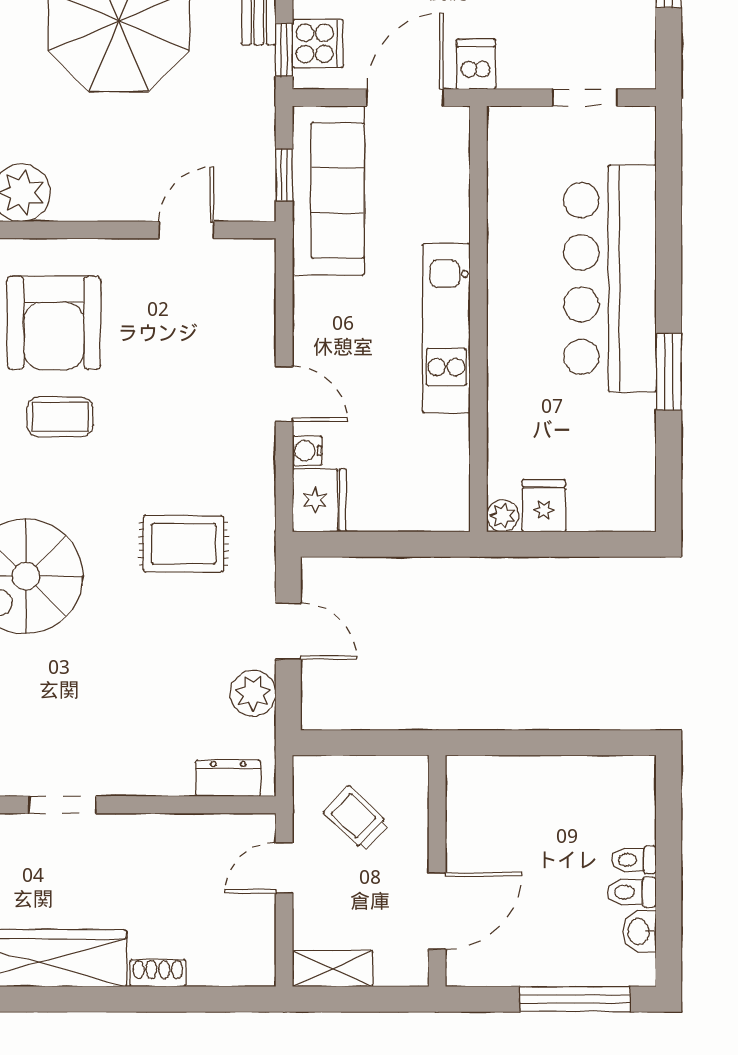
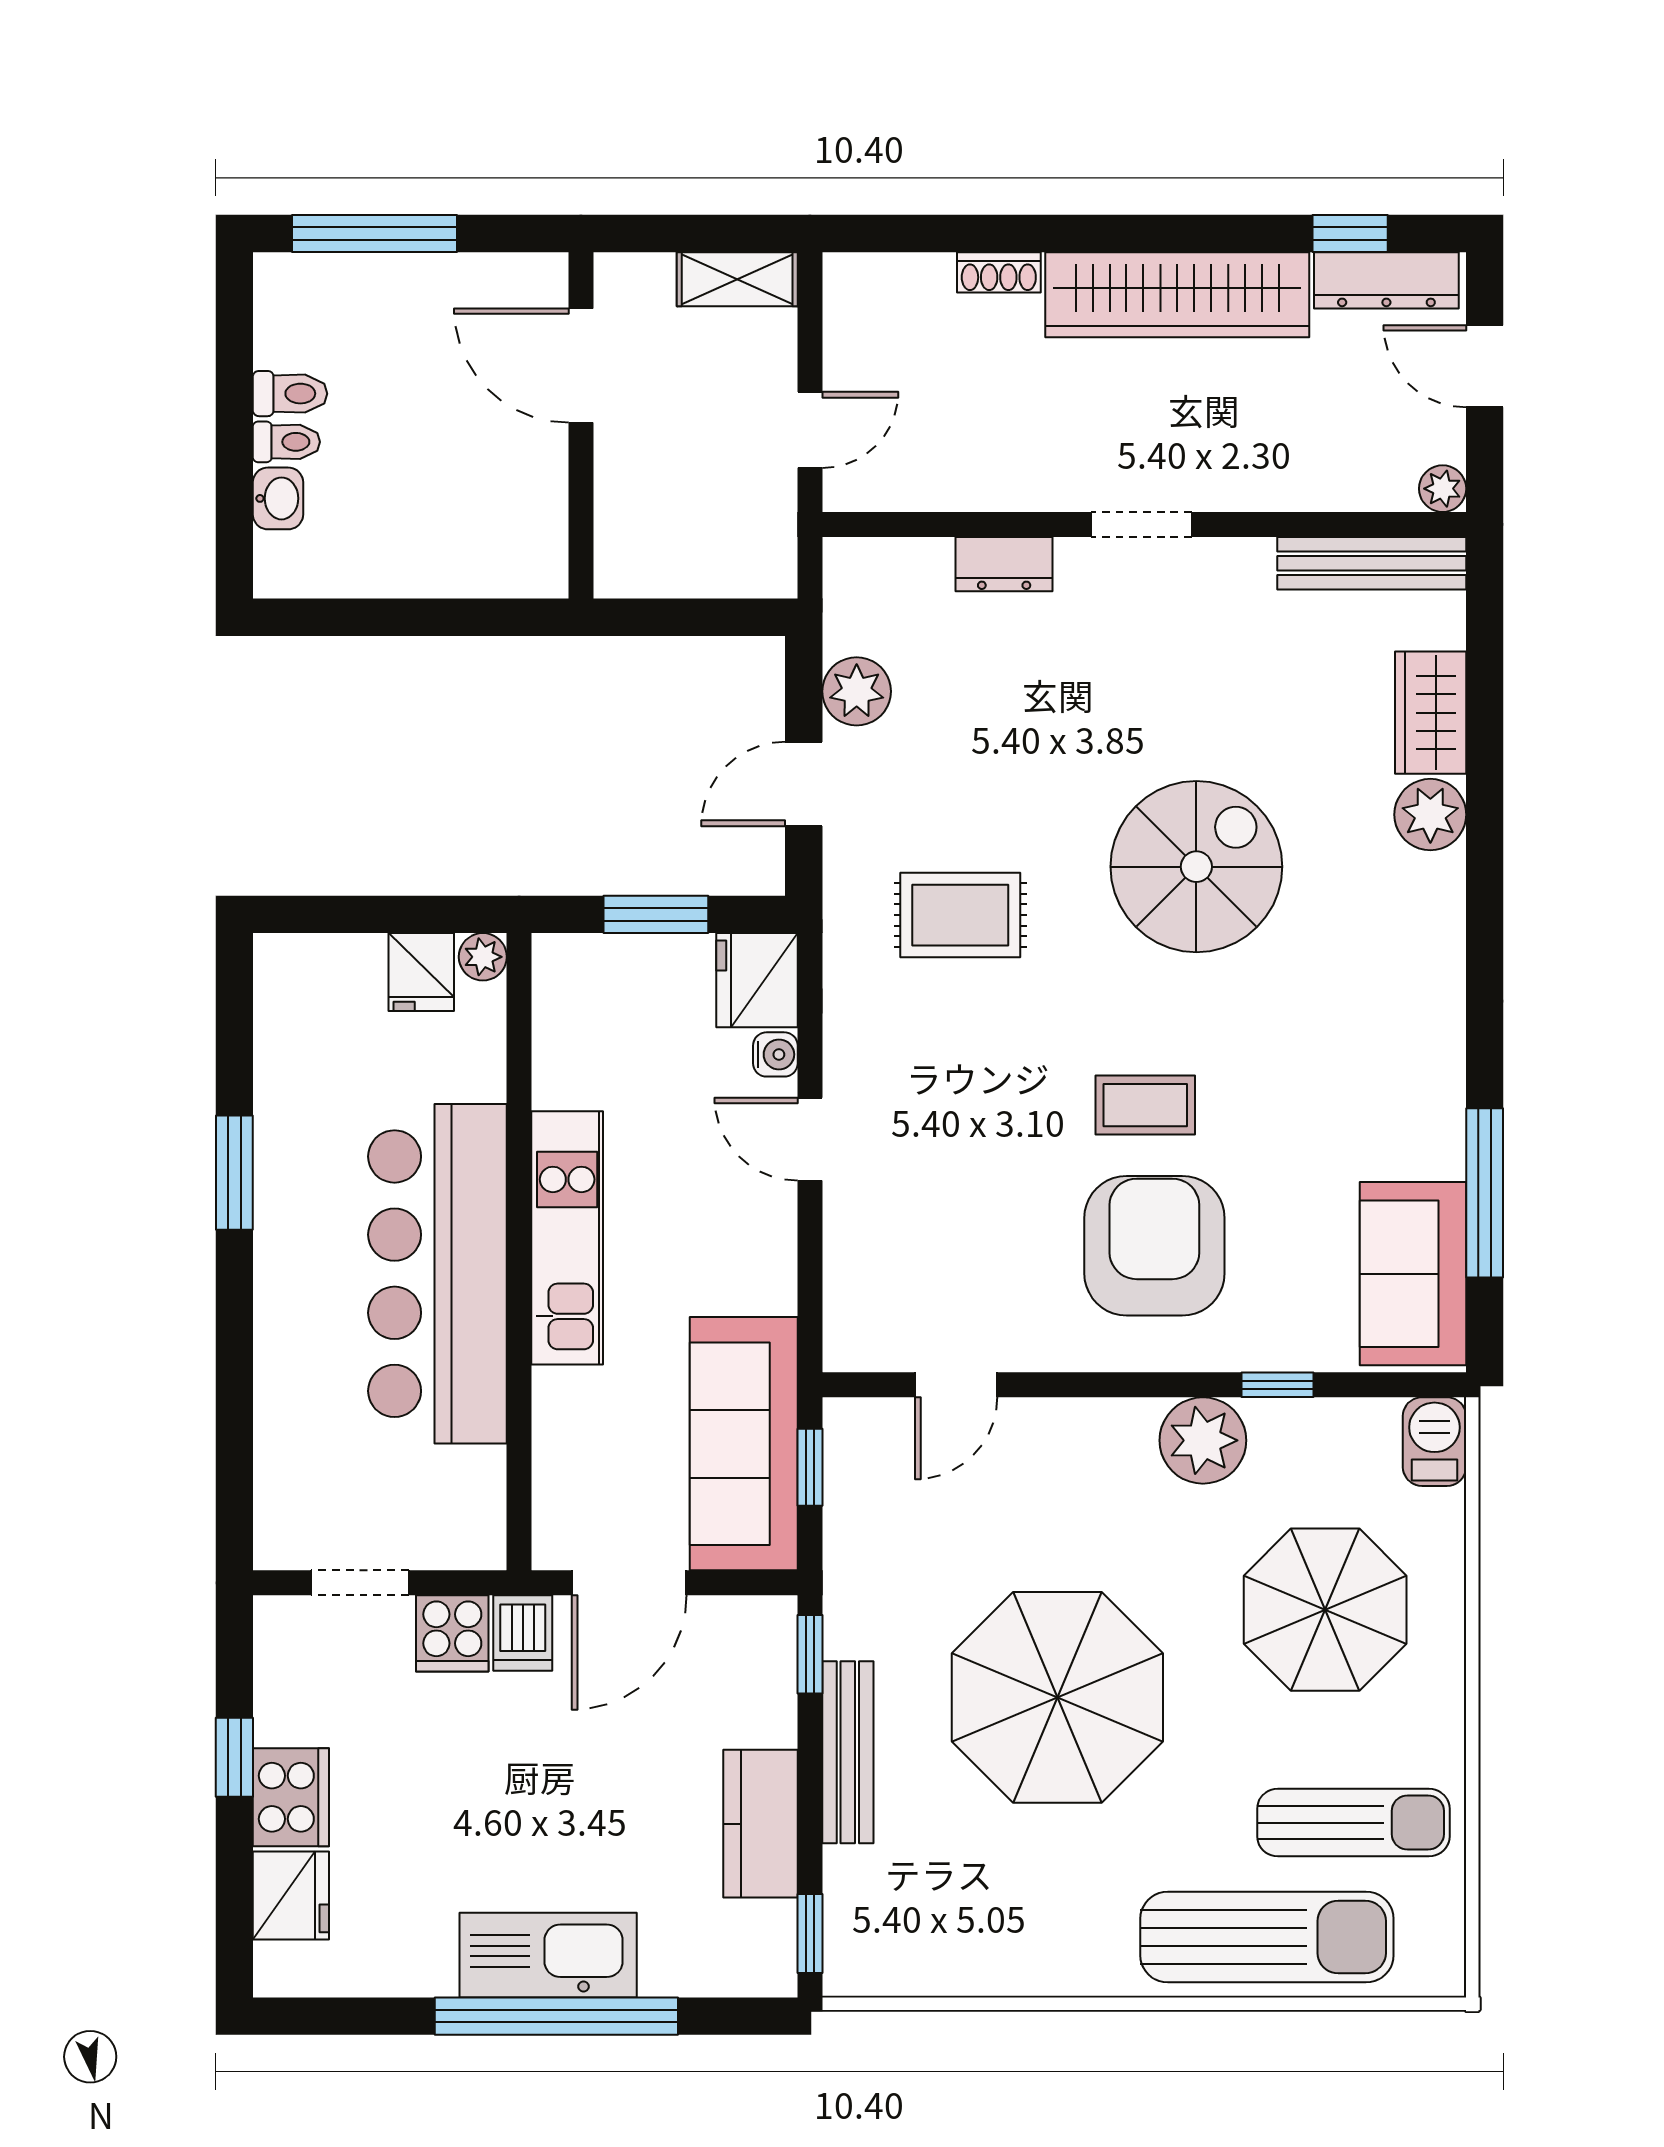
cooker: (318, 43) -> (452, 1633), moved, turned -90
bar counter: (610, 278) -> (437, 1274), moved, turned 180
window: (387, 544) -> (656, 914), added
door: (288, 631) -> (804, 784), hinge flipped
dresser: (228, 778) -> (1004, 564), moved
trolley: (356, 819) -> (702, 504), removed
door: (437, 911) -> (581, 366), hinge flipped
washbasin: (639, 931) -> (278, 498), moved

